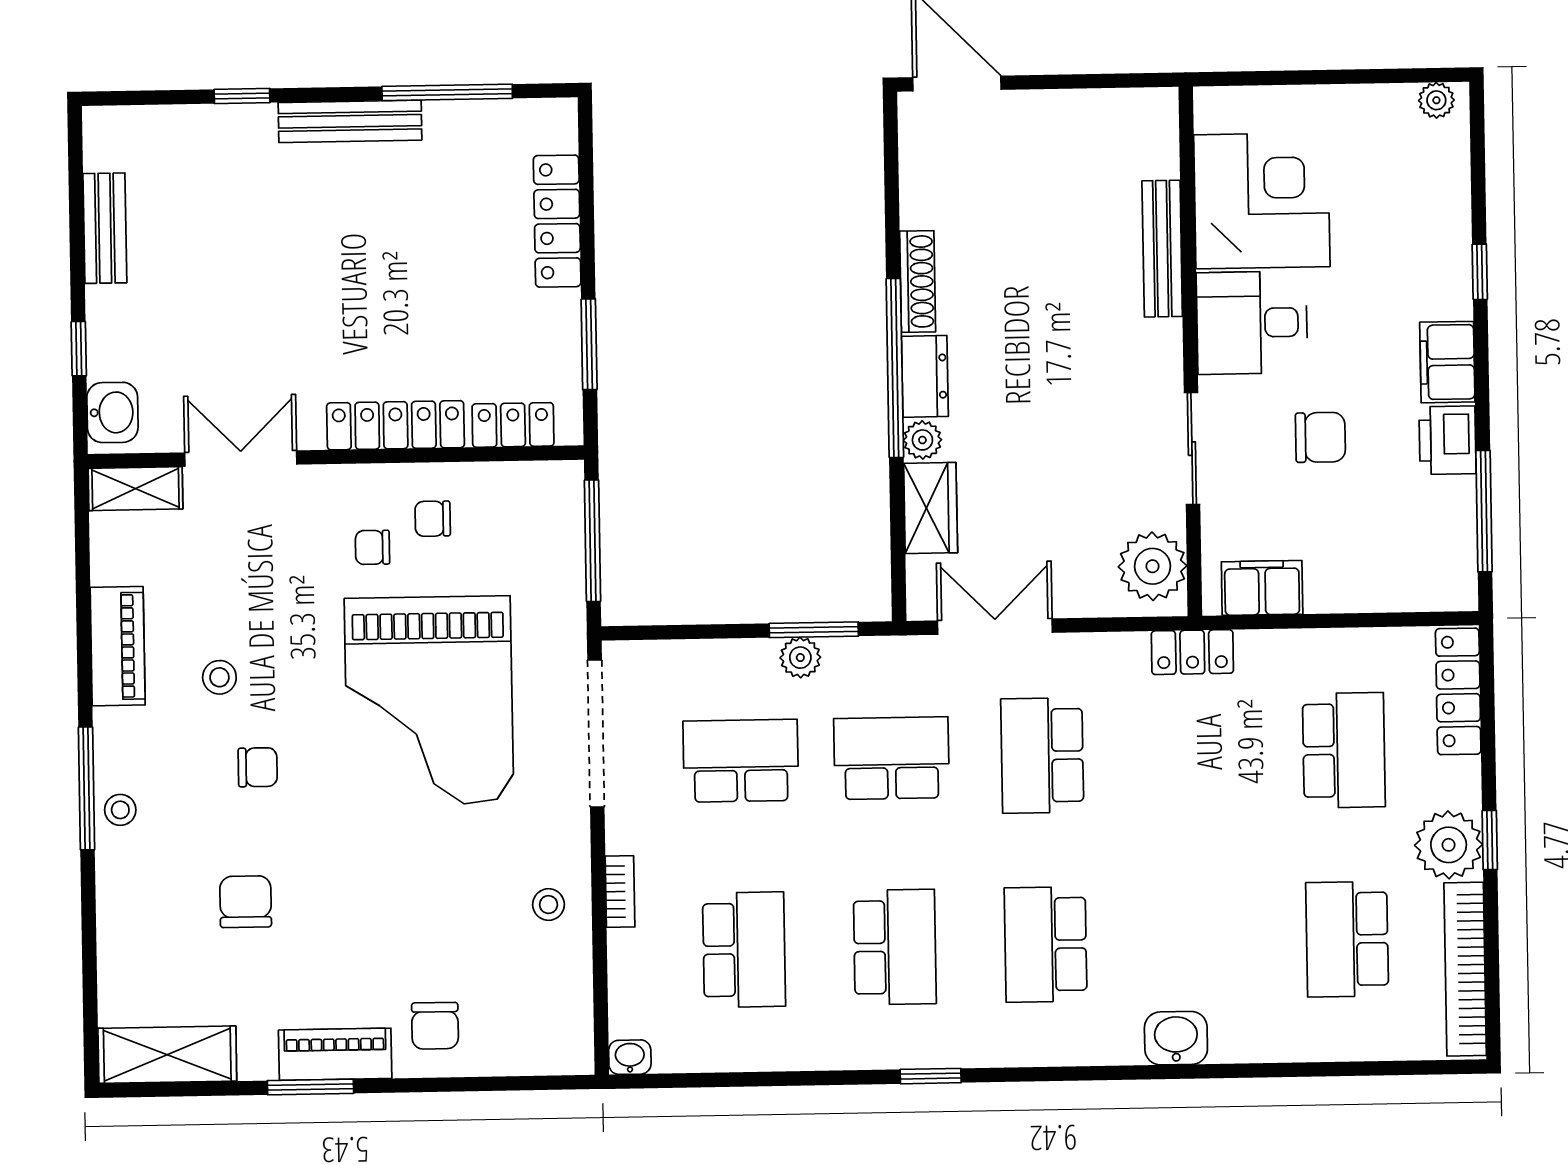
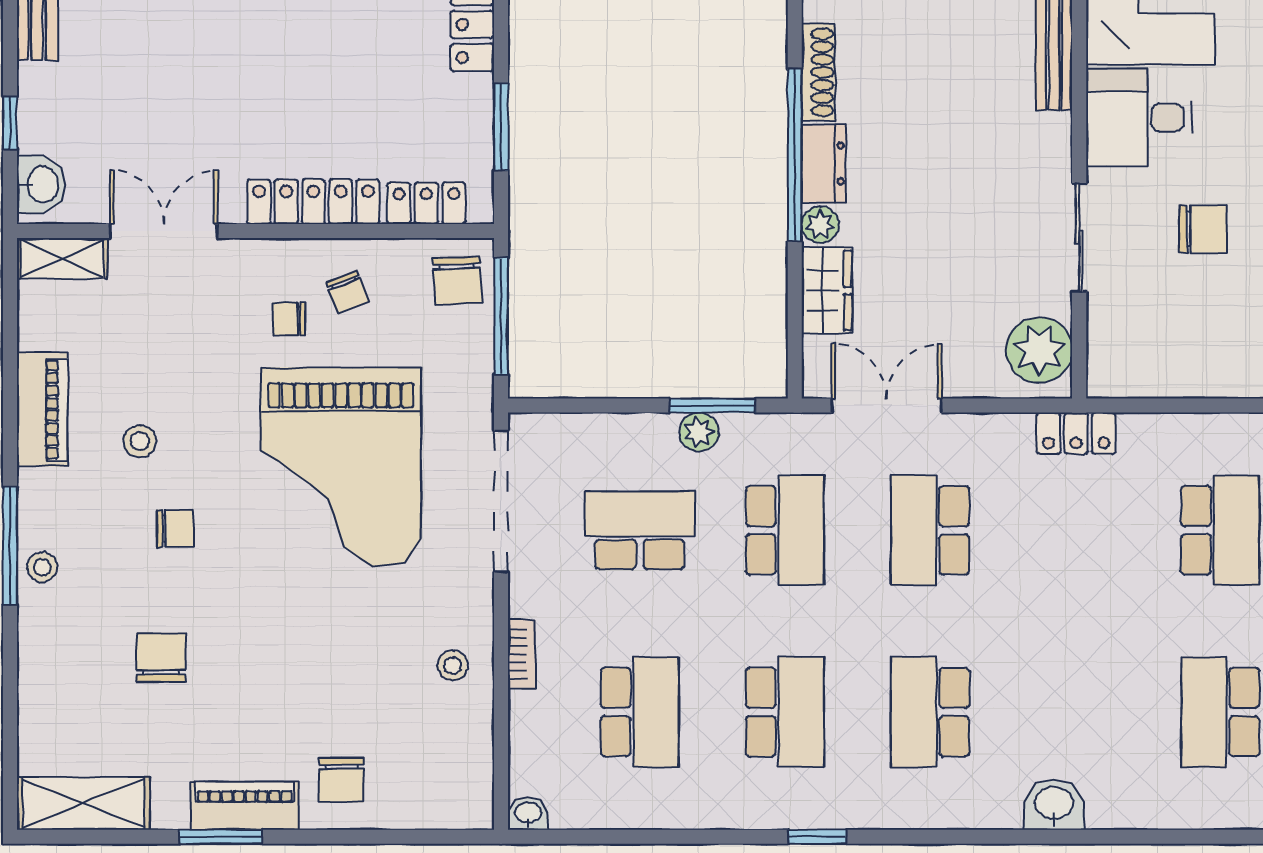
chair: (547, 505) -> (457, 281), added
chair: (433, 519) -> (347, 292), turned -111
filing cabinet: (1262, 588) -> (1144, 373), removed
school desk: (891, 758) -> (785, 530), turned 90

